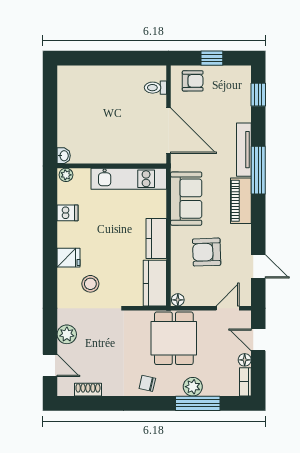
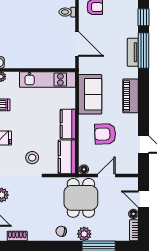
door: (169, 131) -> (77, 44), width x0.73
tv unit: (244, 150) -> (133, 52), width x0.71
window: (258, 170) -> (144, 51), moved
stool: (90, 284) -> (32, 158), moved
door: (228, 308) -> (106, 176), moved
plant: (193, 387) -> (84, 234), moved

